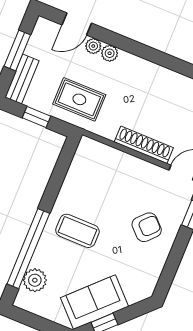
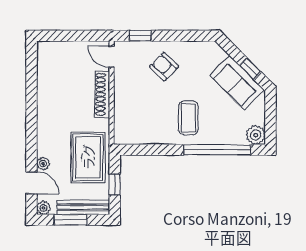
plant: (110, 53) -> (43, 208), moved
bench: (22, 79) -> (83, 207), width x1.36
rug: (79, 99) -> (88, 157), width x1.36, depth x1.43
plant: (35, 280) -> (256, 135), moved

